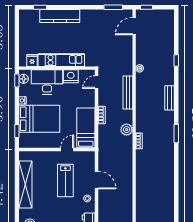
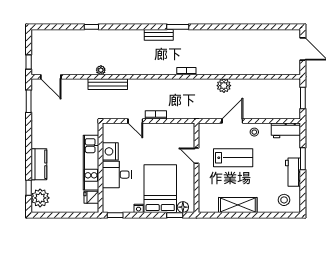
kitchen counter: (60, 16) -> (39, 164), width x0.67
plant: (31, 17) -> (40, 198), added
floor lamp: (24, 79) -> (183, 207), moved
desk: (47, 82) -> (117, 175), width x0.73
door: (97, 82) -> (135, 121), moved
bench: (128, 92) -> (108, 84), moved
bench: (170, 98) -> (159, 35), moved
bed: (86, 128) -> (171, 134), removed
plant: (127, 130) -> (224, 86), moved
shelving: (25, 184) -> (238, 205), width x0.68

